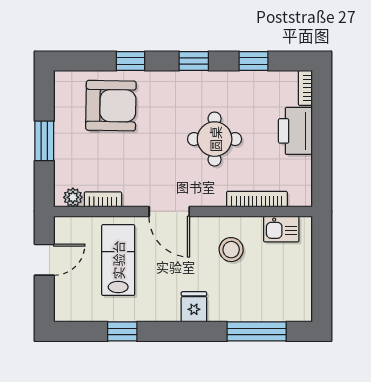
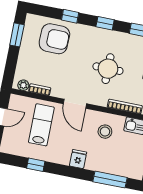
window: (44, 141) -> (17, 35), moved

